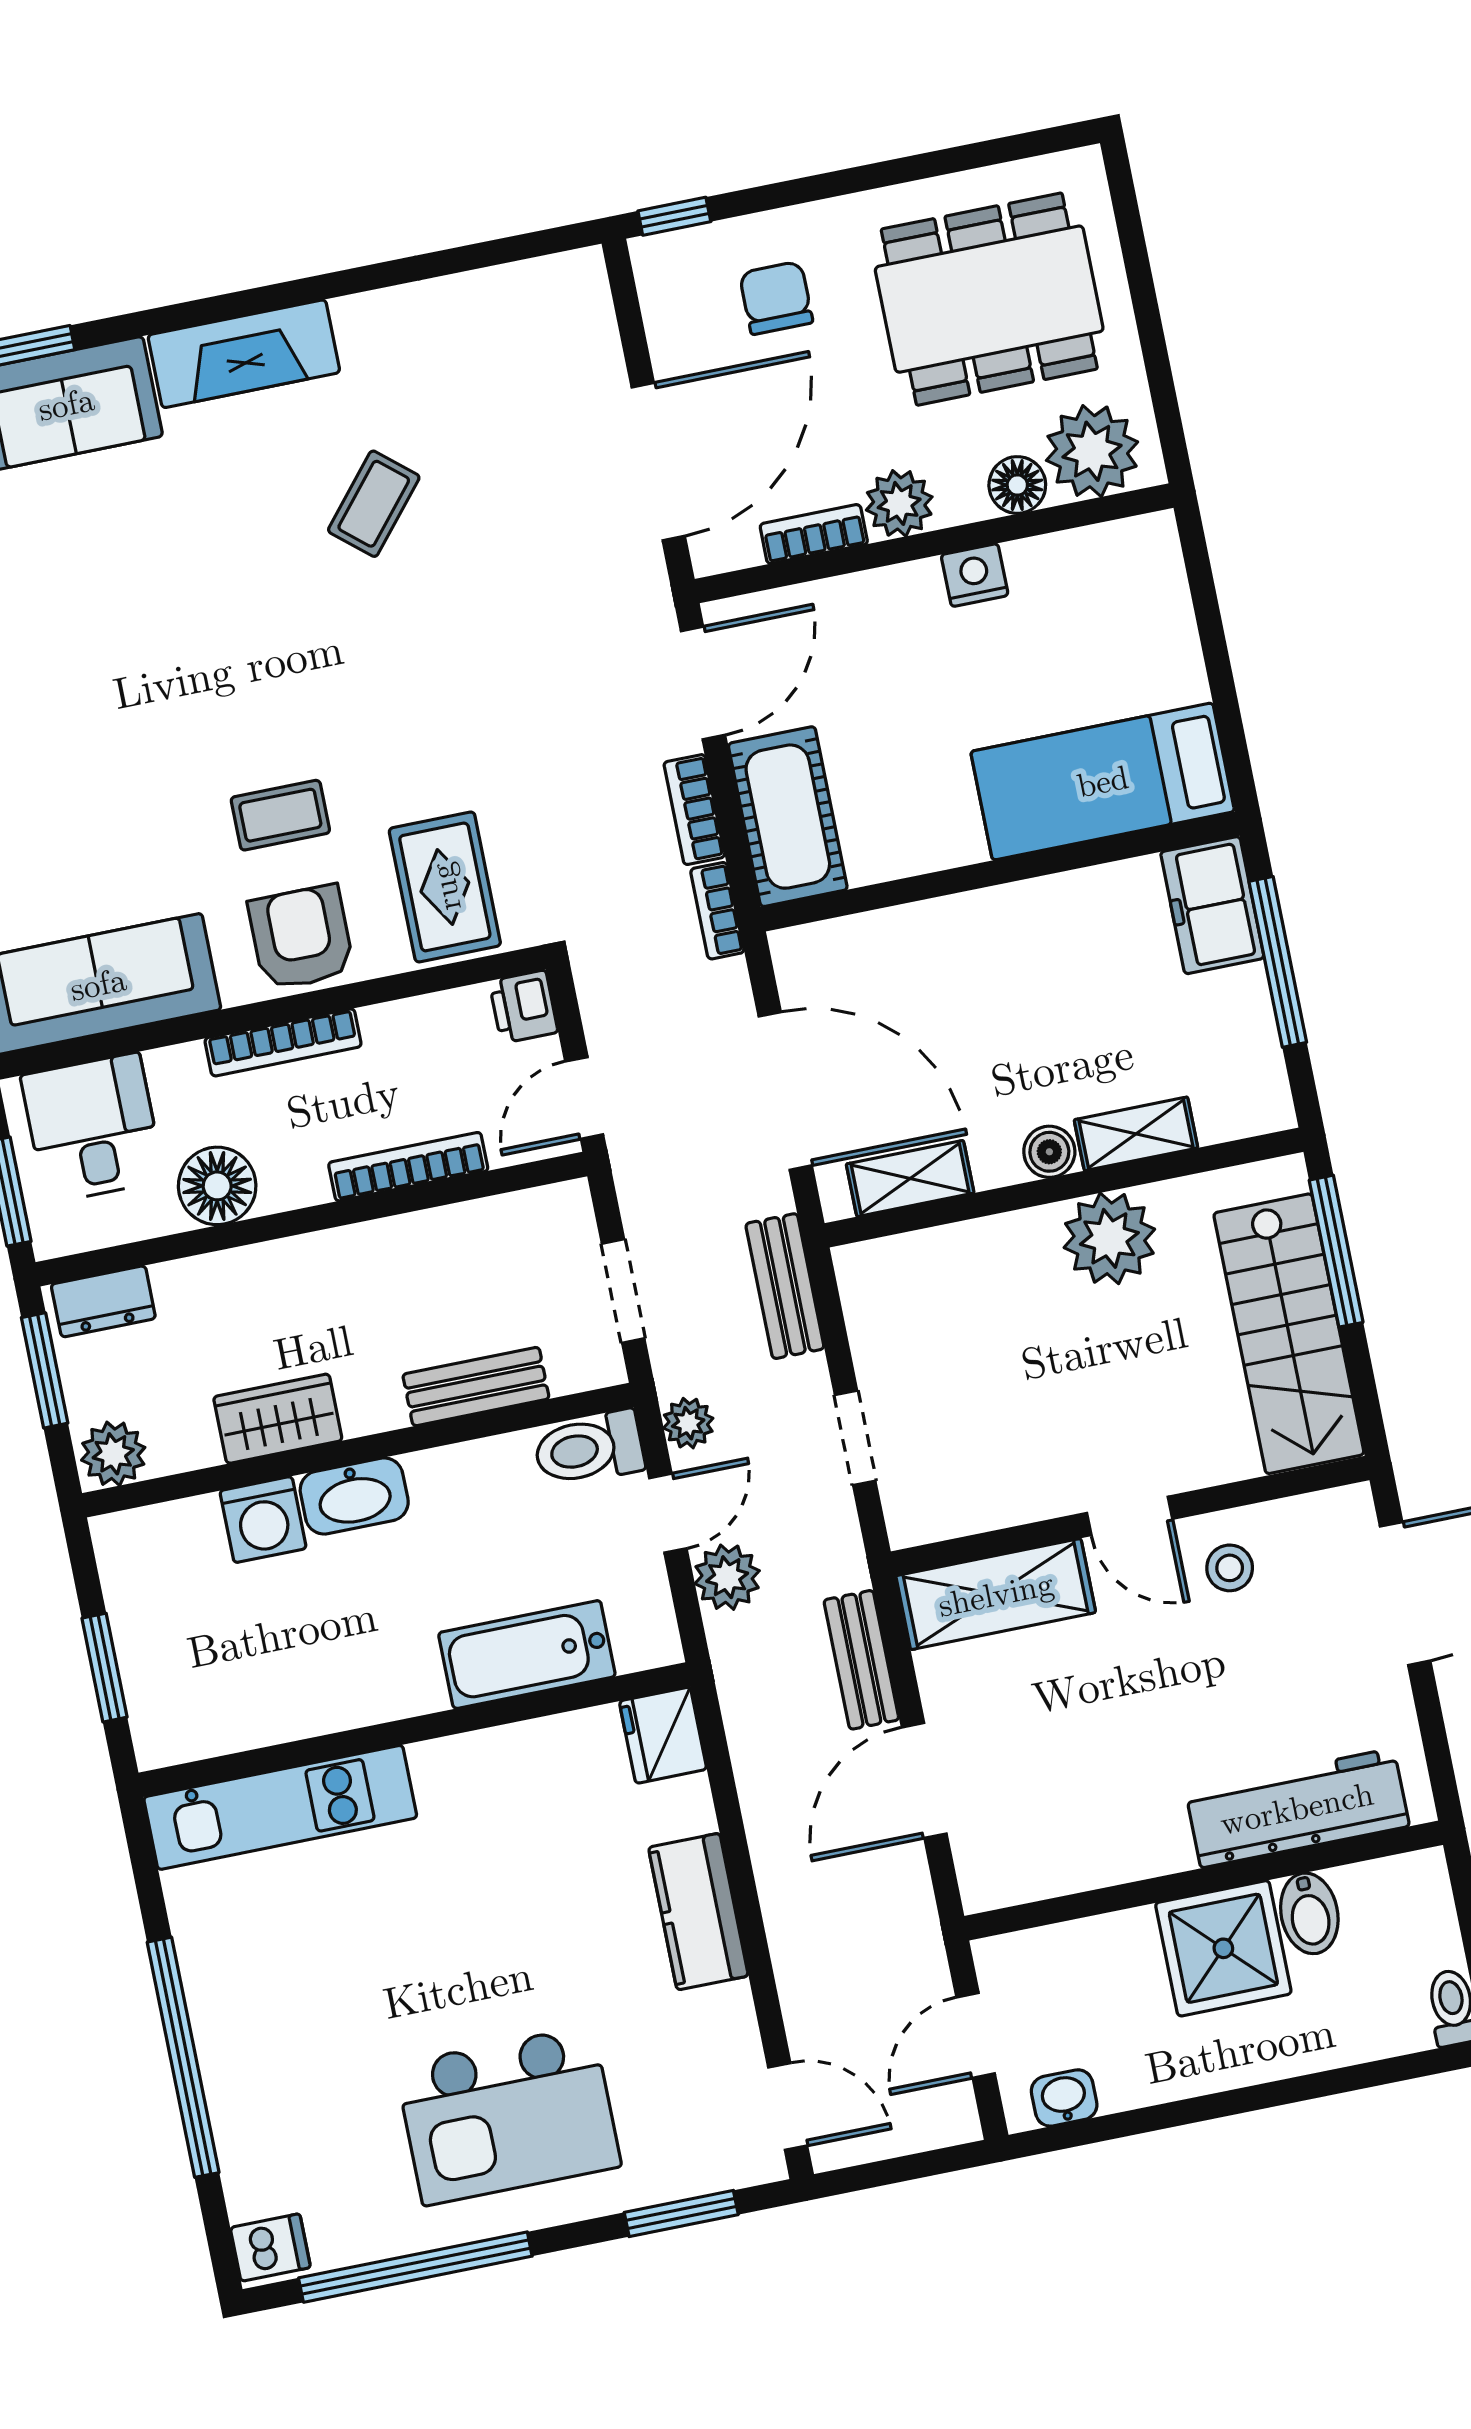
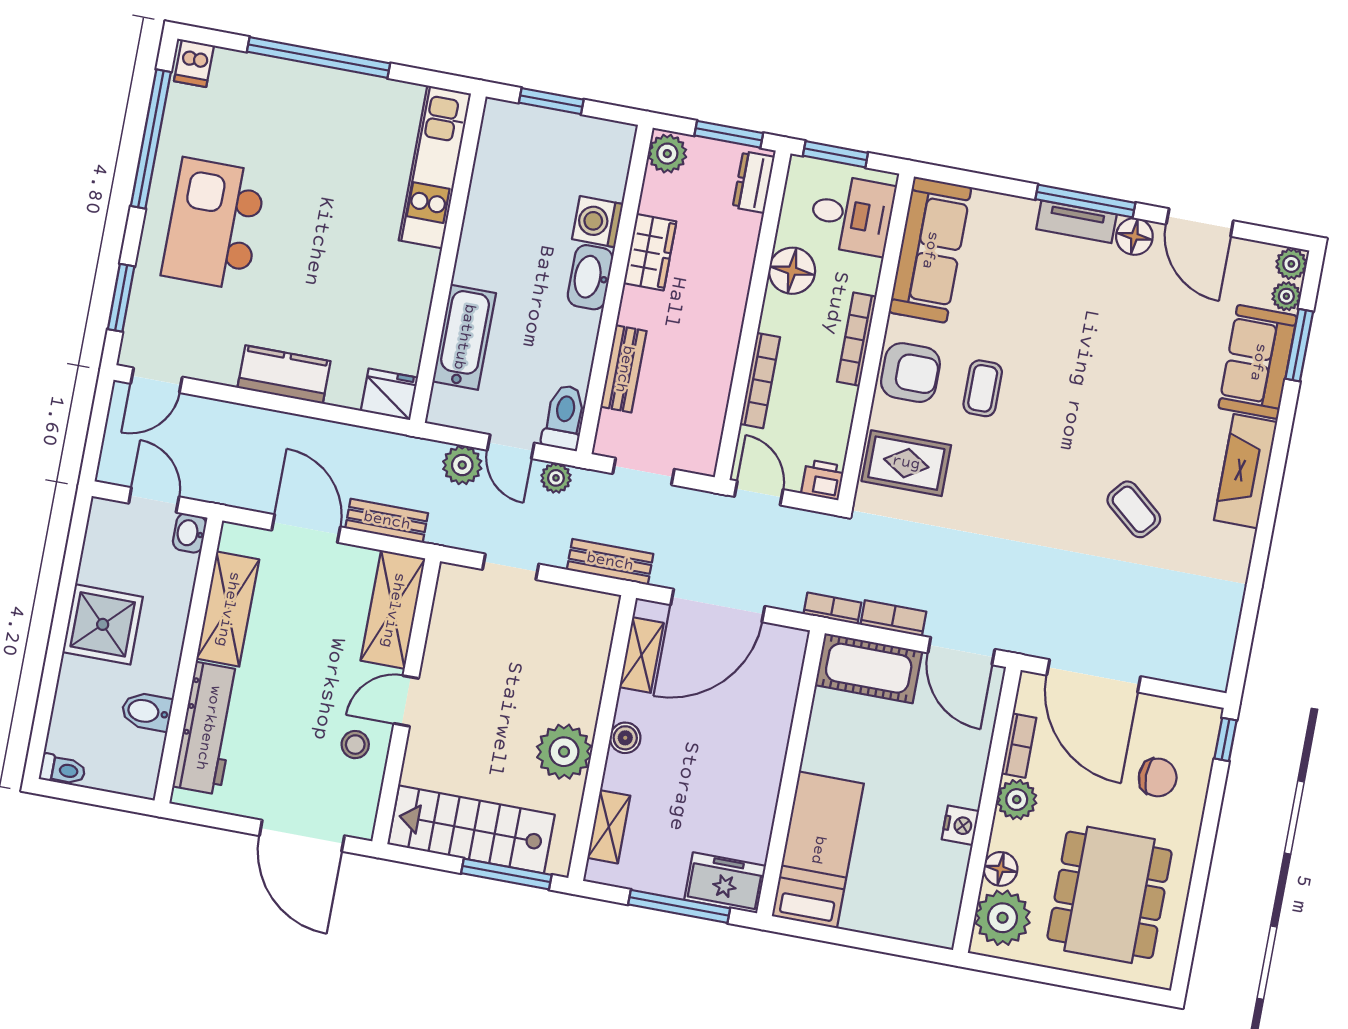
shelving: (1136, 1134) -> (609, 827), moved
shelving: (1099, 1852) -> (228, 609), added
shower: (1223, 1948) -> (103, 624), moved
washbasin: (1064, 2098) -> (190, 533), moved, turned 180

